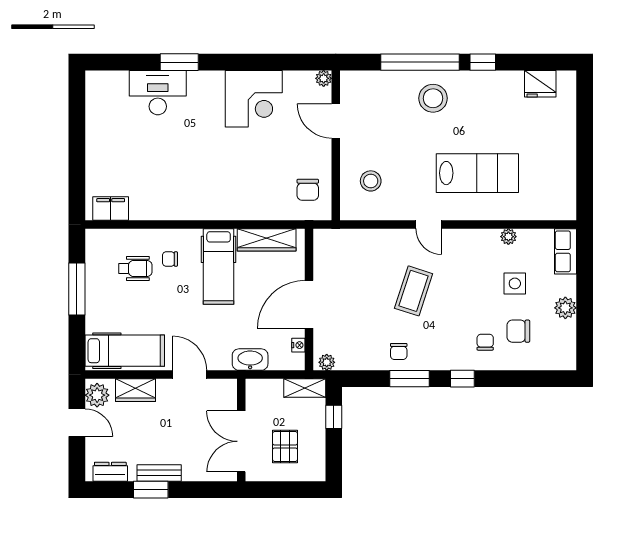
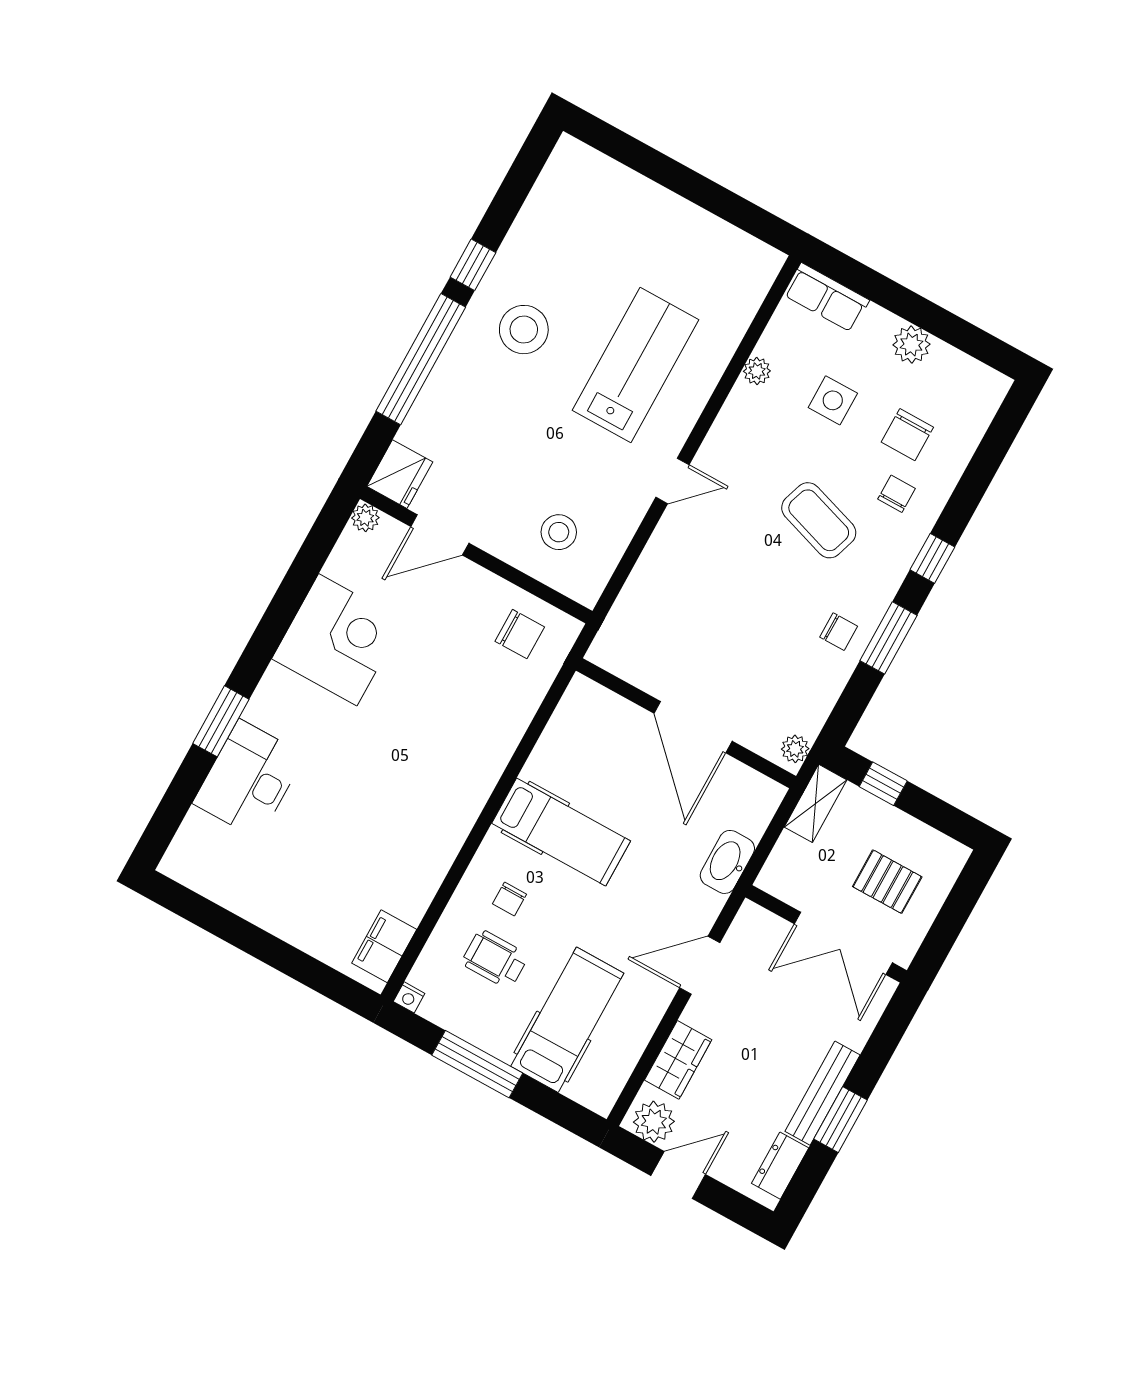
fridge: (540, 84) -> (400, 474), moved
stool: (433, 98) -> (524, 330), moved
wardrobe: (267, 240) -> (561, 738), removed
wheelchair: (135, 269) -> (495, 959), turned -90
coffee table: (414, 291) -> (819, 520), moved
chair: (485, 342) -> (896, 494), turned 90
nightstand: (298, 345) -> (409, 997), moved, turned 180
hospital bed: (125, 351) -> (567, 1020), moved
bench: (159, 473) -> (822, 1093), width x1.36

